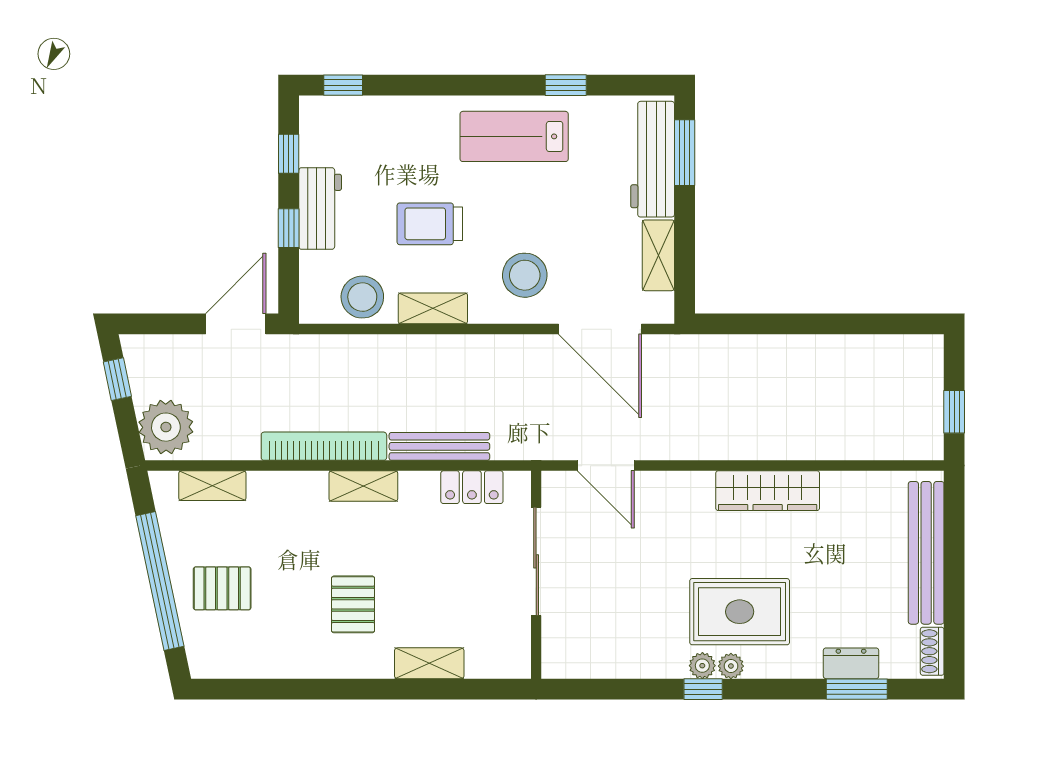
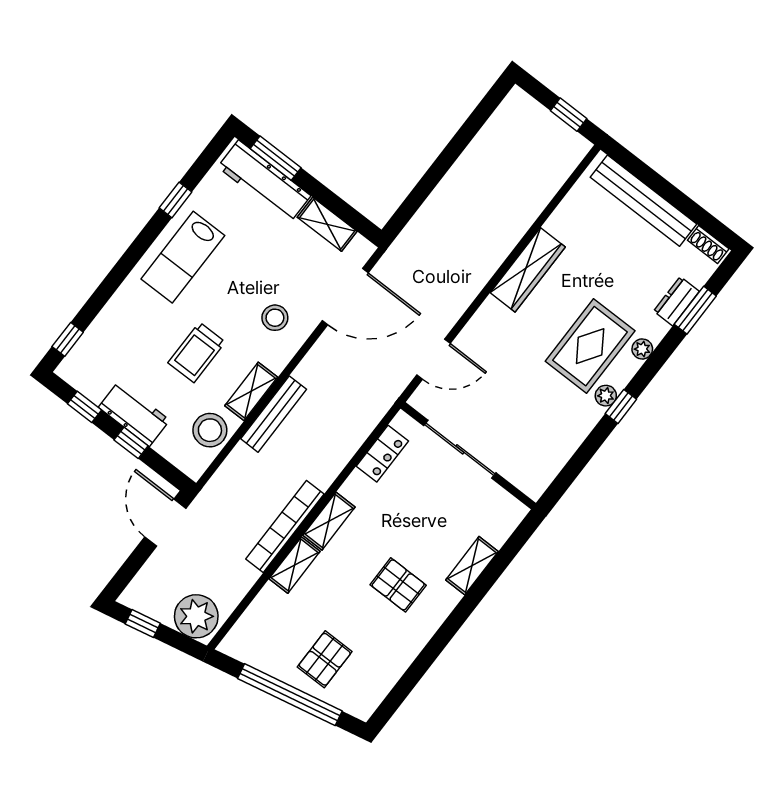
stool: (525, 275) -> (275, 318), width x0.73, depth x0.73
bench: (439, 446) -> (274, 414), moved
shelving: (212, 486) -> (295, 565), moved
plant: (731, 666) -> (642, 349), moved

